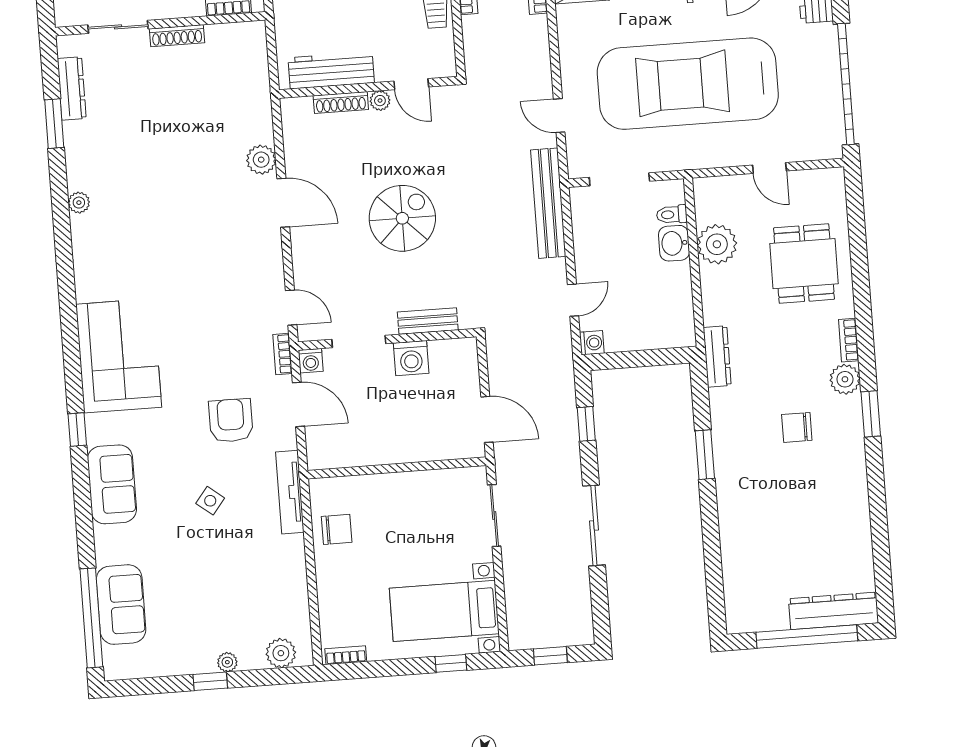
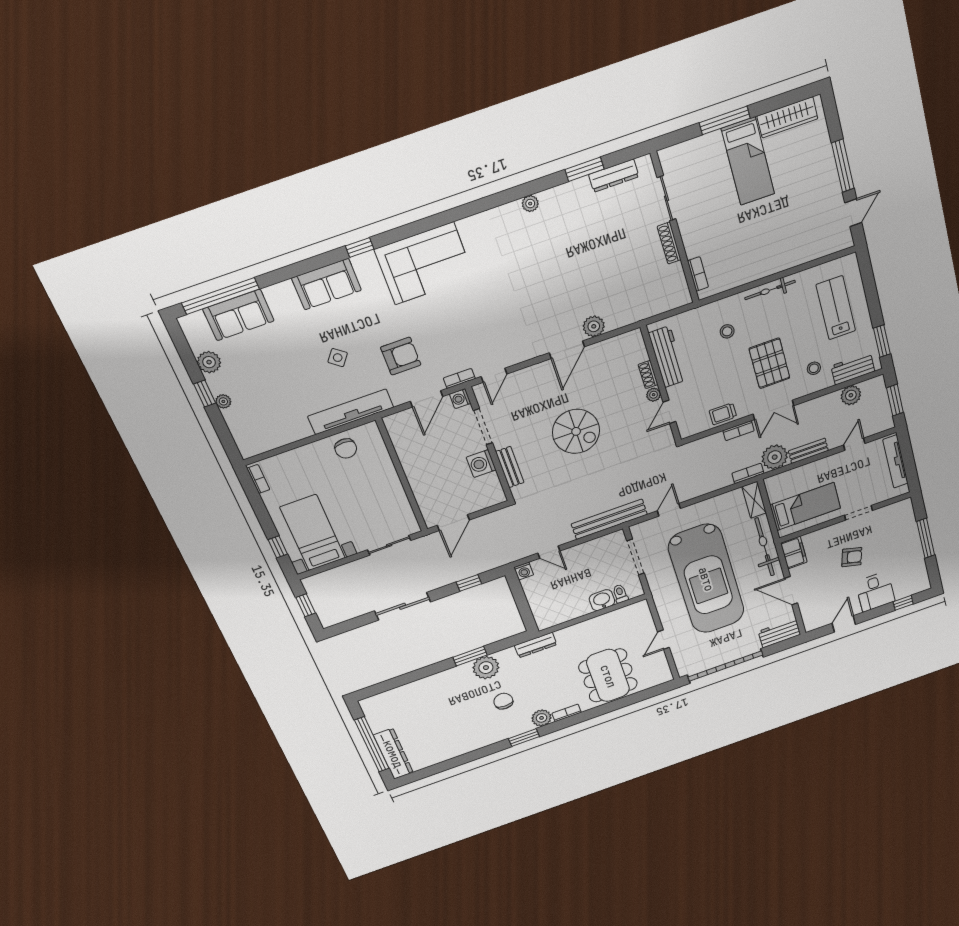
car: (688, 84) -> (706, 579), turned 180
shoe rack: (341, 103) -> (648, 375), width x0.70
plant: (717, 244) -> (486, 668), moved
dining table: (804, 264) -> (608, 676), width x1.38
tv unit: (290, 492) -> (351, 412), width x1.36, depth x1.29
plant: (281, 653) -> (209, 362), moved

